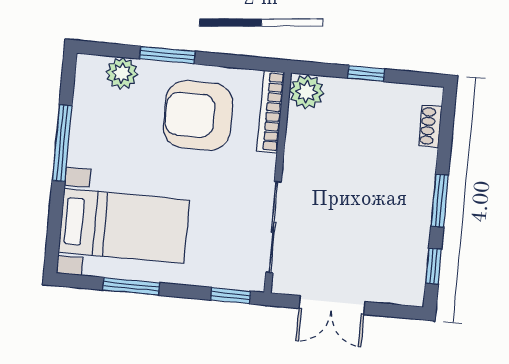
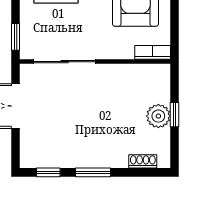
plant: (307, 92) -> (158, 116), moved
bookcase: (271, 112) -> (153, 52), width x0.64

